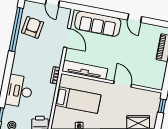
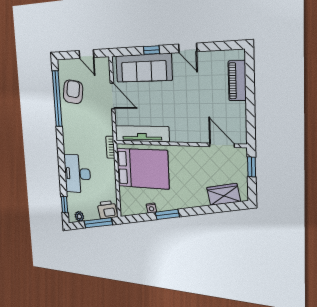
window: (107, 13) -> (151, 50), added
door: (123, 84) -> (222, 145), moved
bed: (78, 100) -> (142, 169), width x1.50

